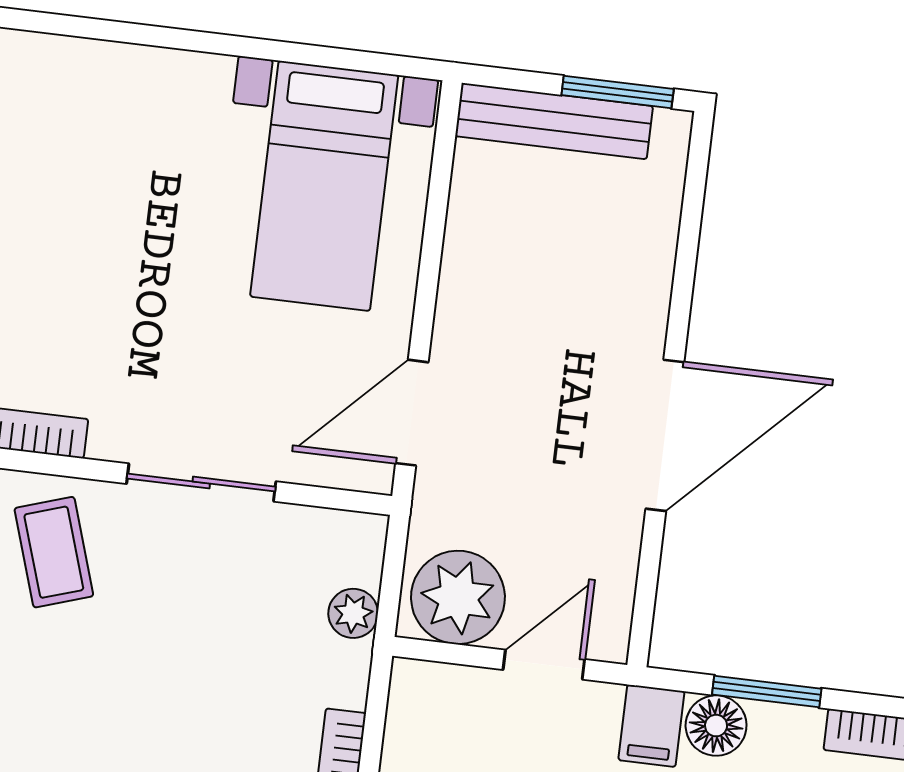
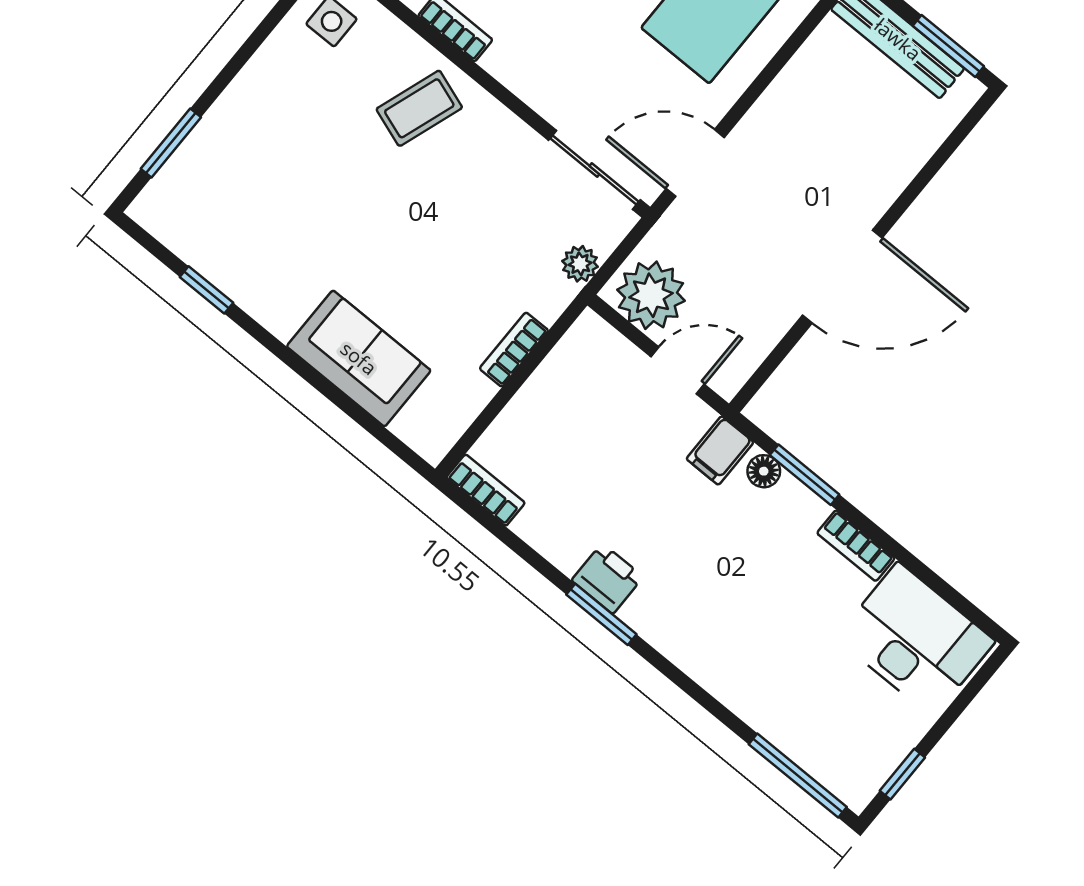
sliding door: (201, 483) -> (595, 170), moved
coffee table: (54, 552) -> (419, 108), turned 37
floor lamp: (716, 726) -> (764, 471), width x0.73, depth x0.73

